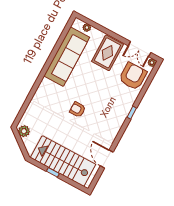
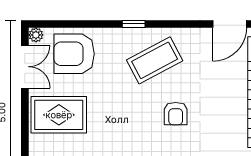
coffee table: (109, 113) -> (155, 60), added

